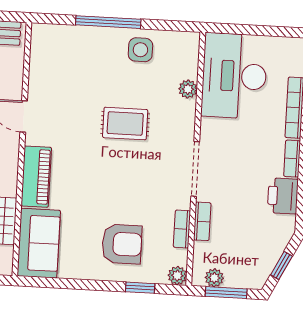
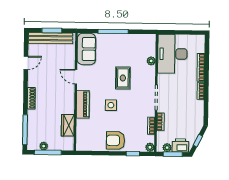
side table: (140, 50) -> (111, 105), moved
rug: (125, 124) -> (123, 78), turned 90
printer: (283, 196) -> (180, 145), moved, turned 90
sofa: (39, 243) -> (86, 49), moved
armchair: (122, 244) -> (116, 140), moved, turned 180

